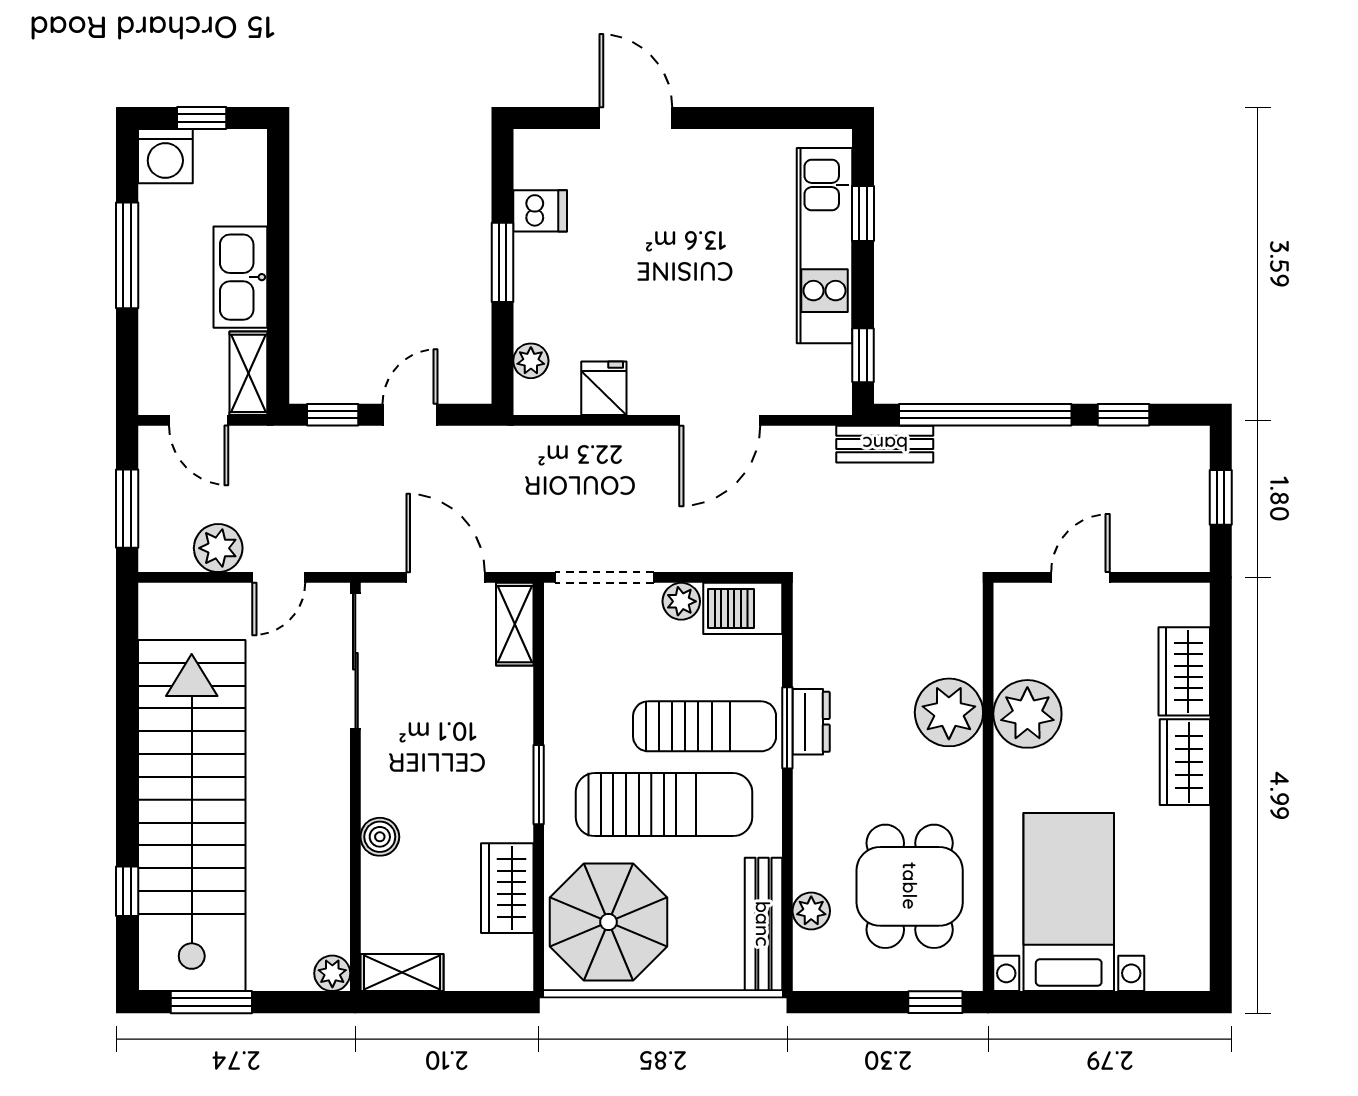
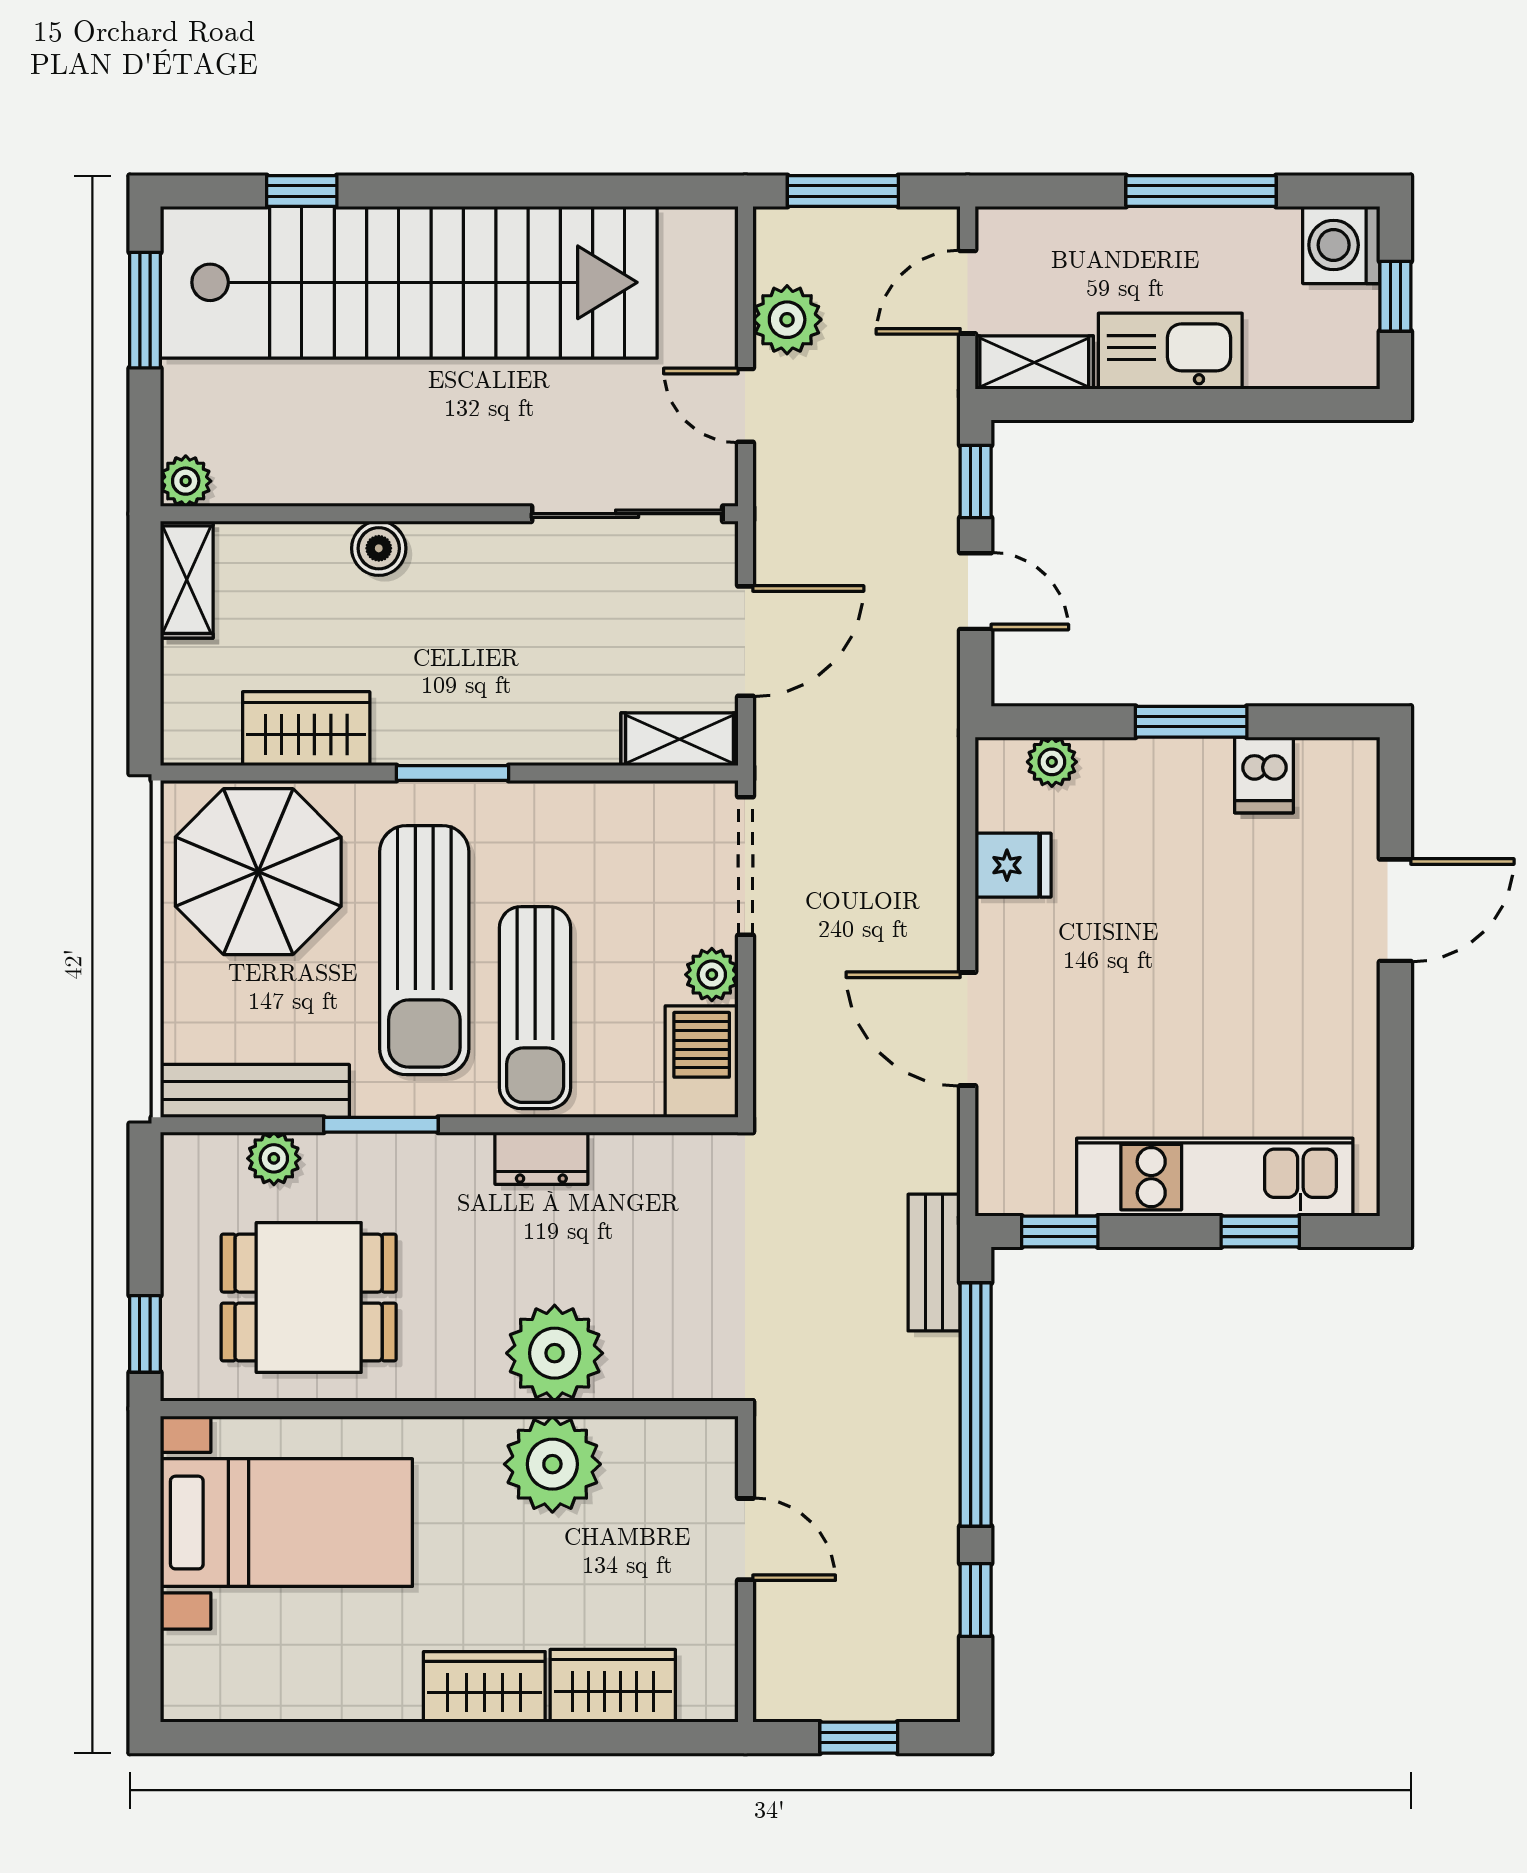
window: (787, 728) -> (381, 1125), moved

